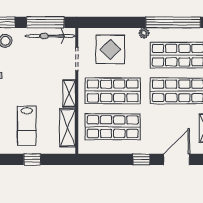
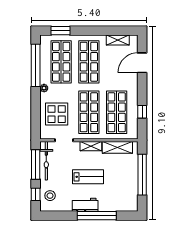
lab bench: (27, 126) -> (88, 177), moved
window: (32, 159) -> (142, 175), width x3.17
window: (141, 159) -> (142, 112), moved
door: (177, 159) -> (142, 63), hinge flipped

